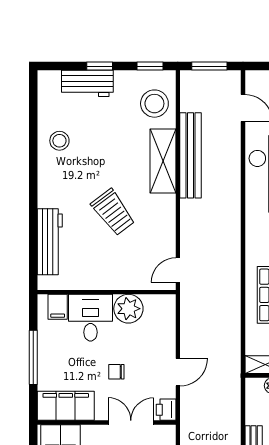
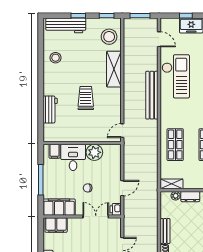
workbench: (87, 83) -> (66, 25), width x1.38
bench: (190, 155) -> (152, 95), moved
trolley: (113, 212) -> (86, 98), turned -143
workbench: (50, 242) -> (50, 110), width x0.73

